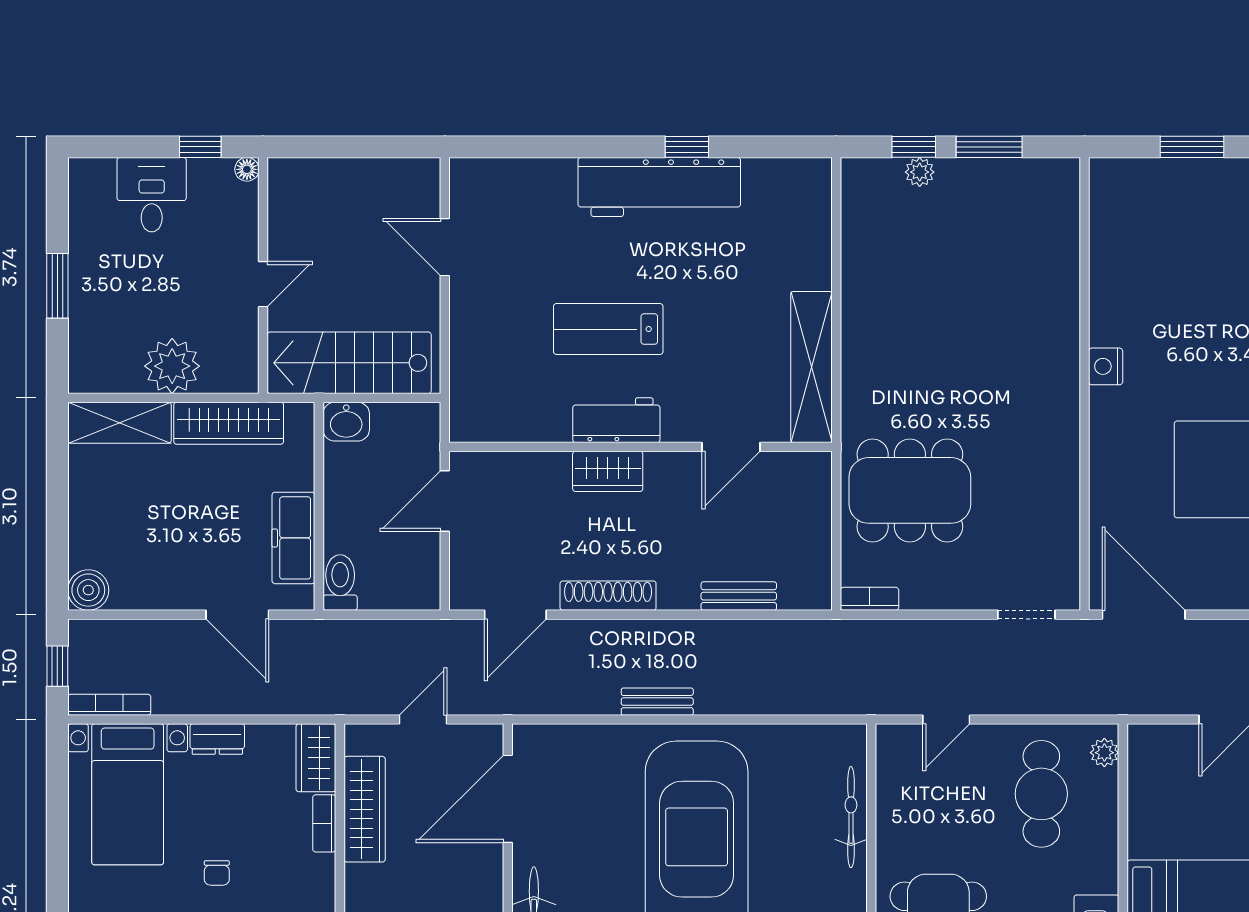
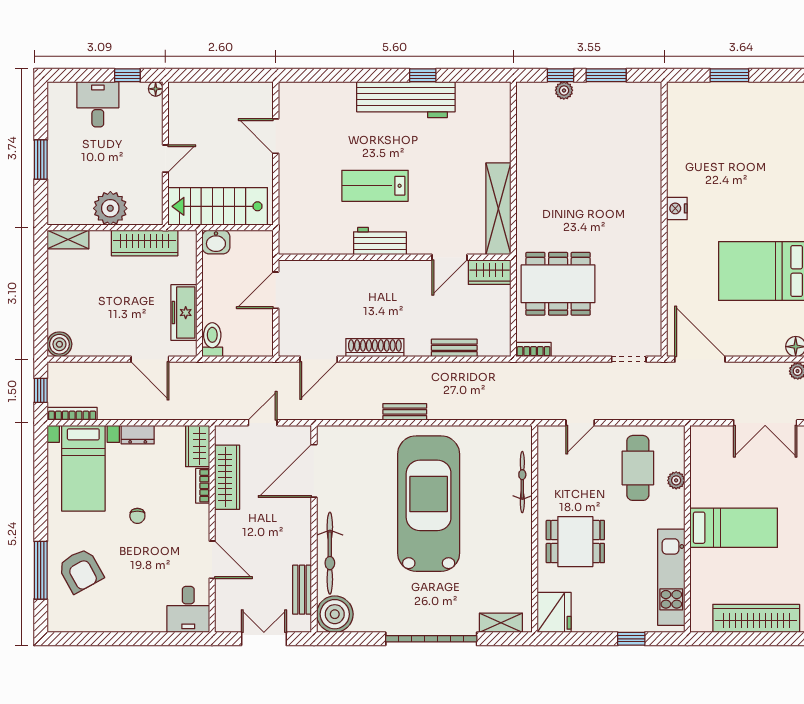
shelving: (120, 423) -> (68, 240), width x0.67, depth x0.75
wardrobe: (608, 471) -> (490, 272), moved
plant: (1104, 753) -> (676, 480), moved

